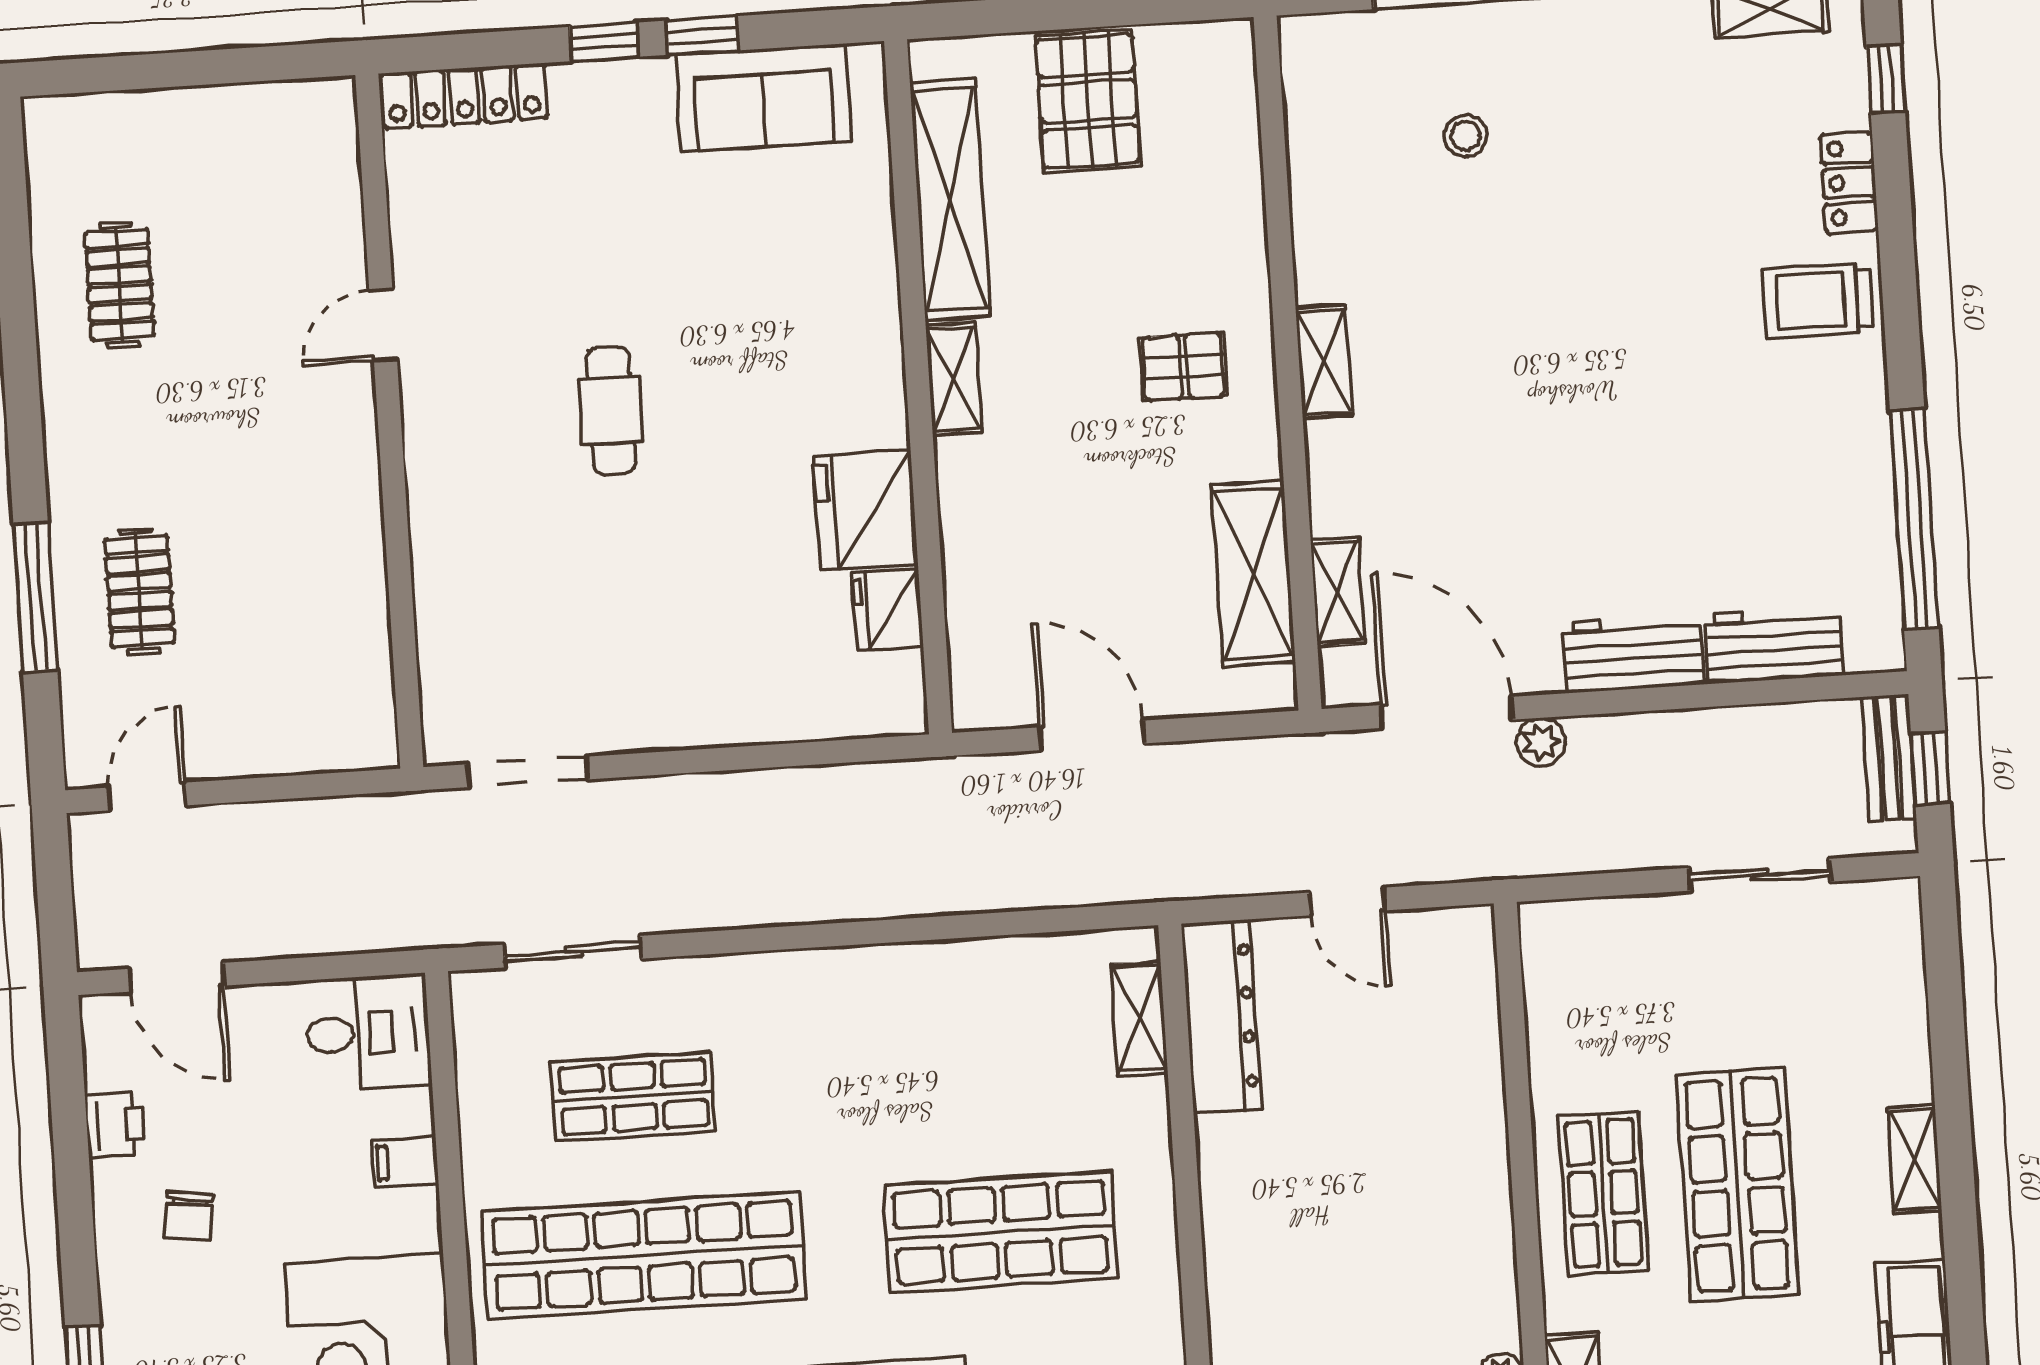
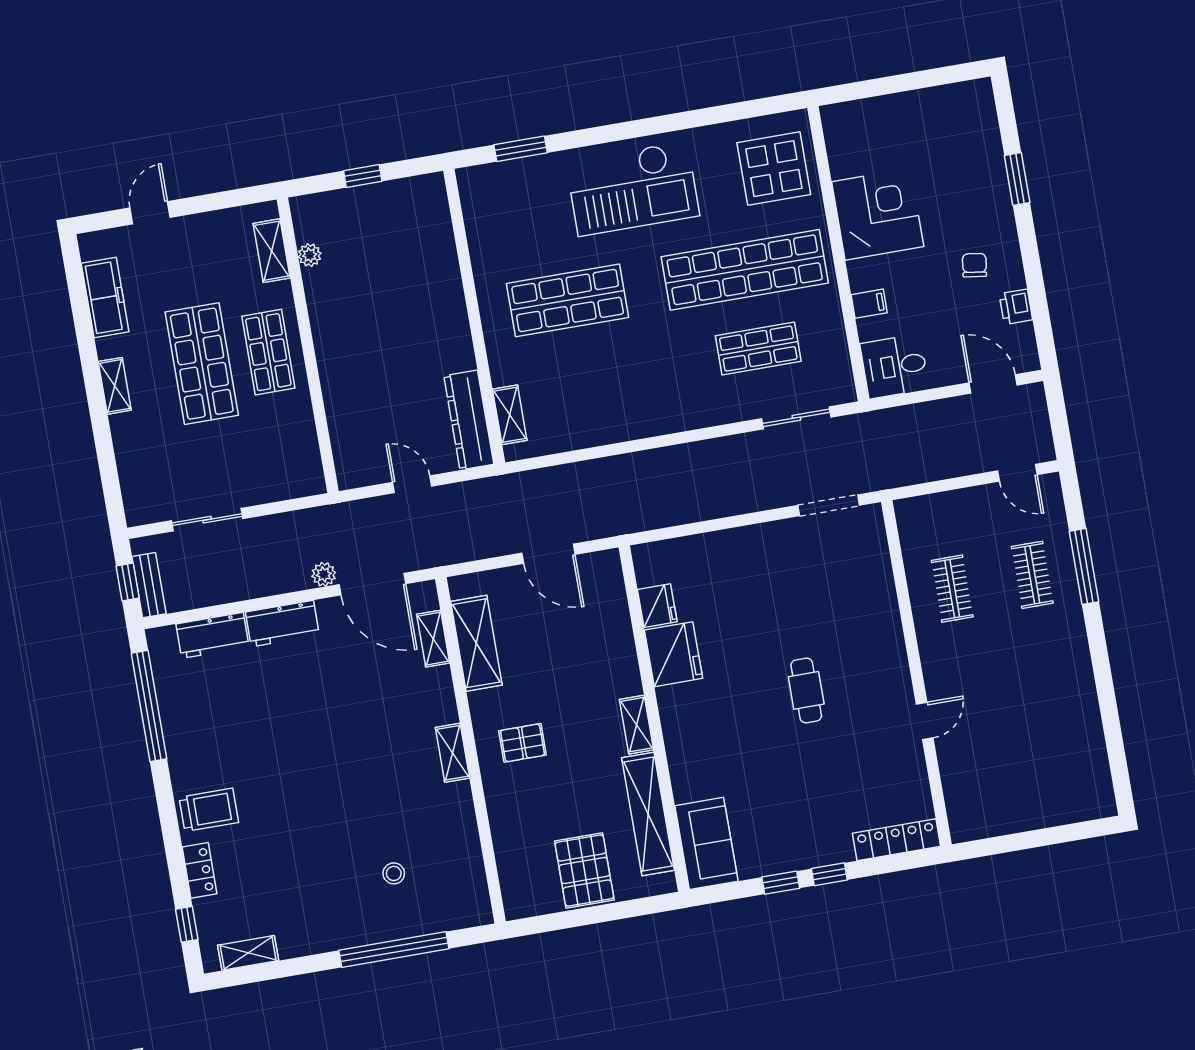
sofa: (763, 98) -> (706, 843), moved, turned 90
clothes rail: (120, 284) -> (952, 589), moved
door: (147, 796) -> (1017, 473), hinge flipped

